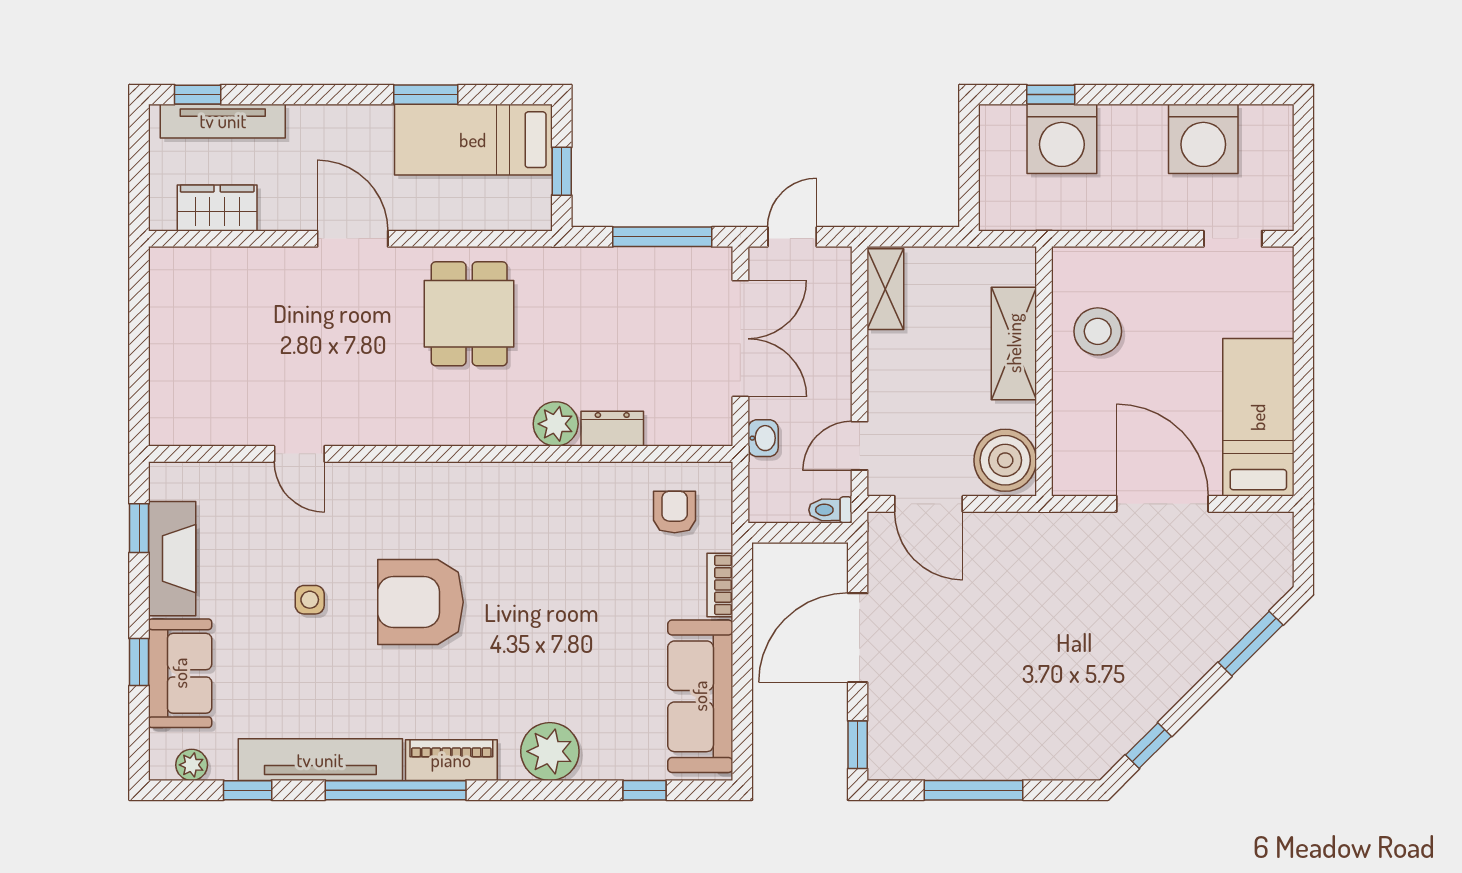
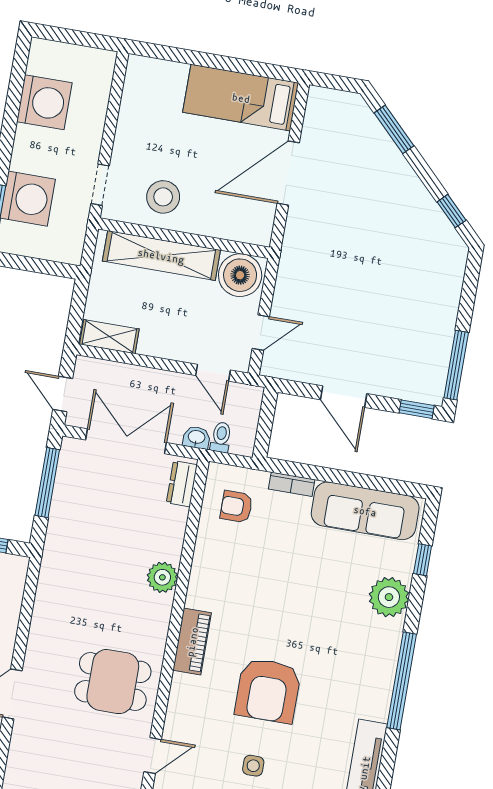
doorway: (1233, 239) -> (100, 185), moved
dining table: (469, 314) -> (113, 682), moved
shelving: (1014, 343) -> (161, 256), width x1.47
dresser: (612, 429) -> (182, 484), moved
door: (929, 504) -> (261, 333), width x0.73
toilet: (830, 510) -> (221, 437), moved, turned 180
door: (858, 638) -> (344, 397), width x0.73
plant: (550, 751) -> (389, 597), moved
piano: (451, 760) -> (192, 642), moved, turned 180
window: (396, 790) -> (402, 681), moved
window: (973, 790) -> (456, 365), moved

